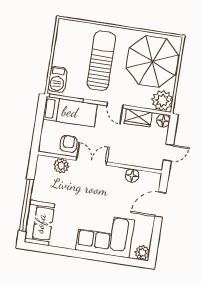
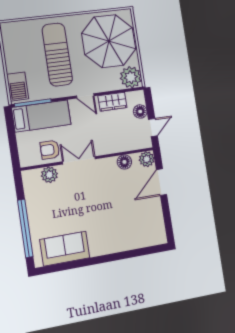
floor lamp: (163, 121) -> (140, 111), moved
armchair: (69, 144) -> (50, 150), turned -90
sofa: (40, 223) -> (65, 249), moved, turned -90
corner sofa: (105, 235) -> (116, 232), removed
plant: (142, 253) -> (147, 159), moved

